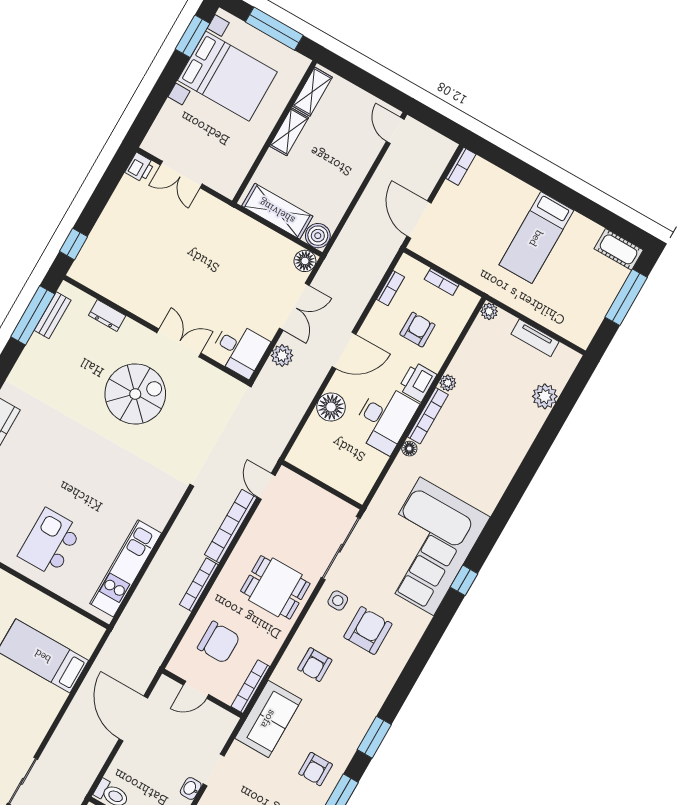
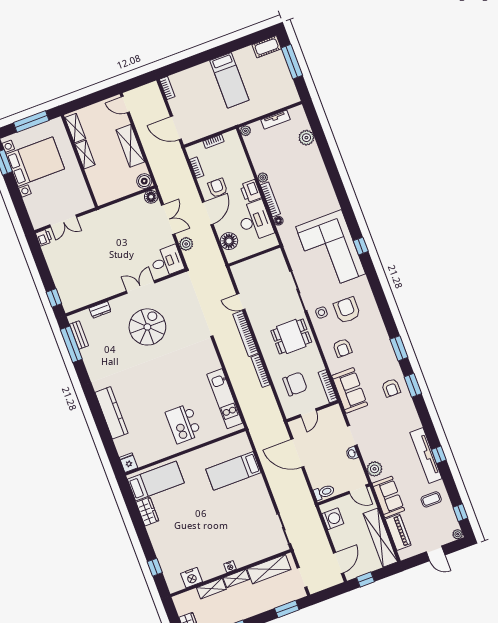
shelving: (277, 211) -> (130, 146), moved, turned 90
armchair: (417, 330) -> (218, 188), moved
wall: (322, 485) -> (254, 256), moved

